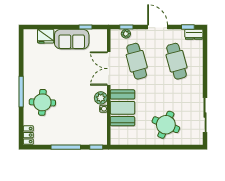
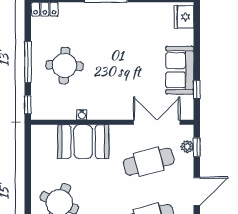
fridge: (46, 36) -> (184, 17), moved
double door: (109, 69) -> (157, 122), moved
plant: (101, 98) -> (97, 111), removed
round table: (42, 102) -> (64, 65), moved

